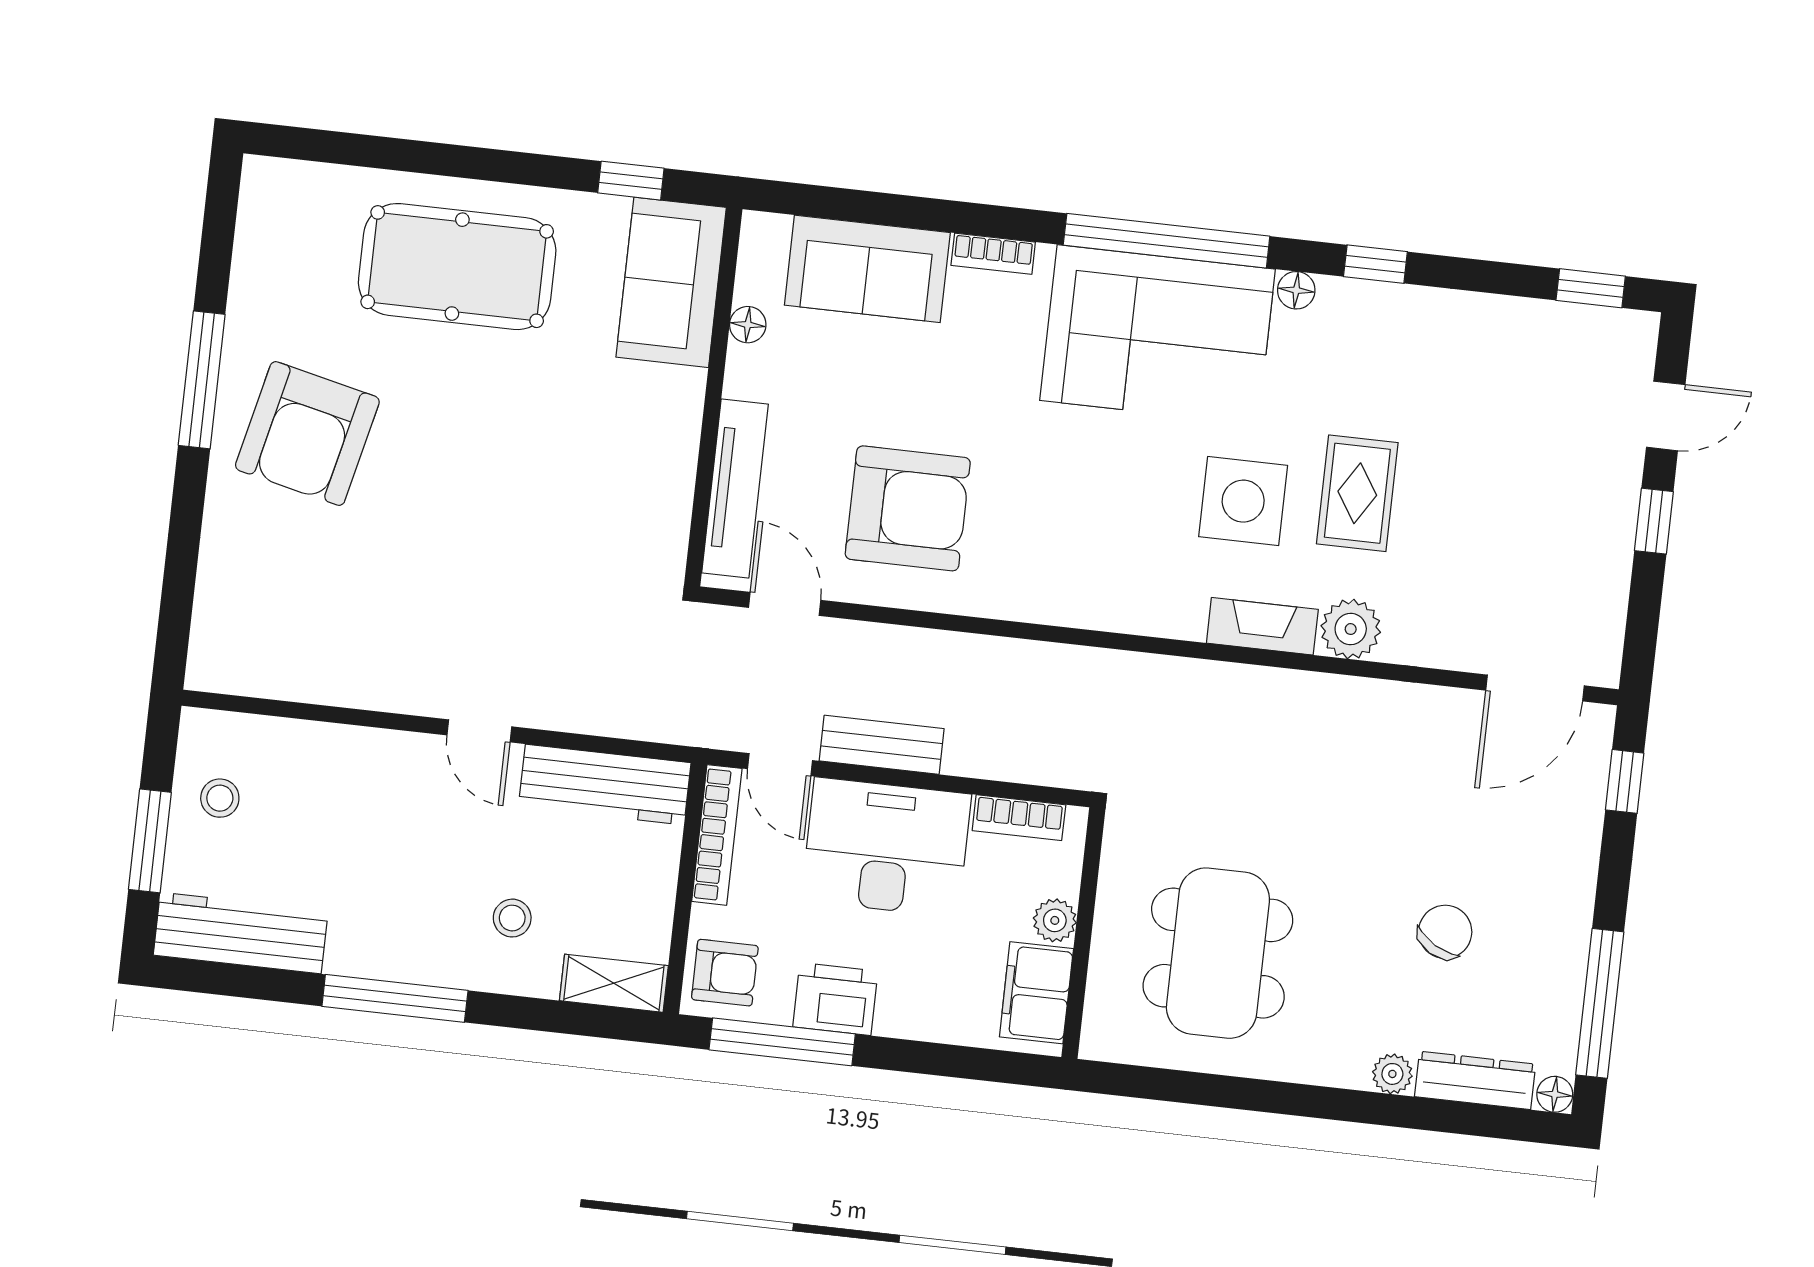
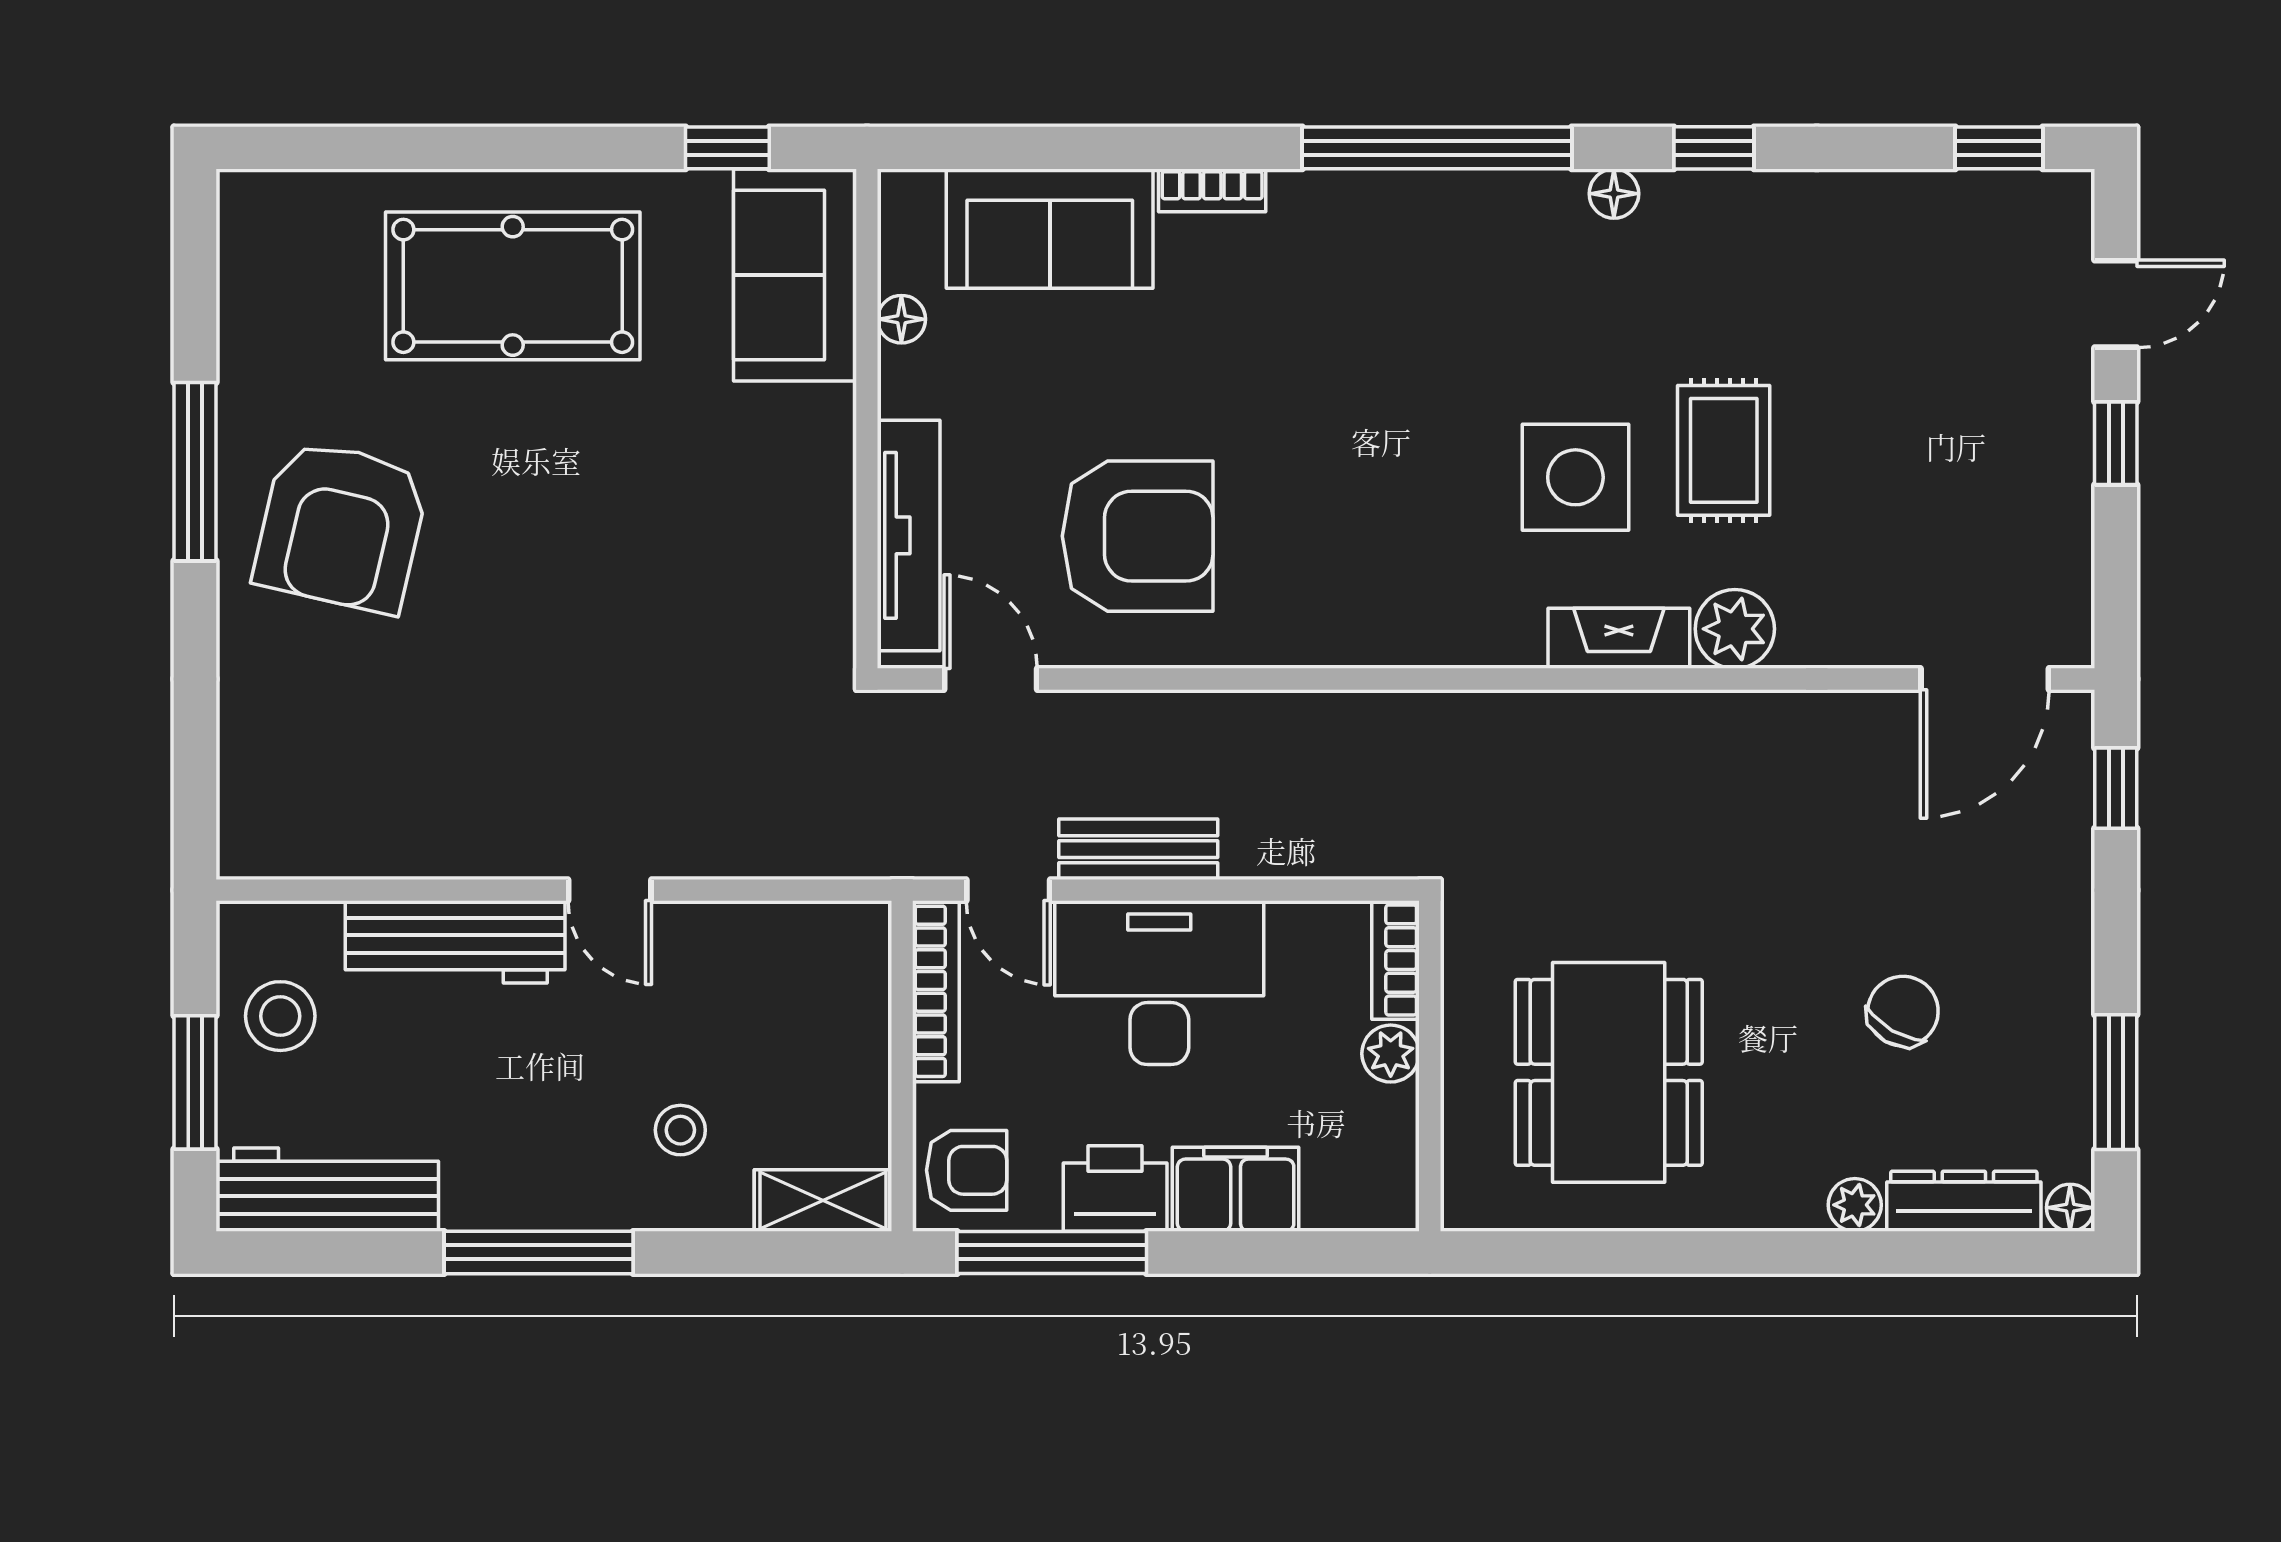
corner sofa: (1158, 335) -> (1439, 272), removed
workbench: (605, 785) -> (455, 942), moved
stool: (220, 798) -> (280, 1016), width x1.37, depth x1.37
bookcase: (1019, 818) -> (1395, 960), moved, turned 90
filing cabinet: (1036, 993) -> (1236, 1189), moved, turned 90
window: (1600, 1003) -> (2116, 1082), width x0.69

